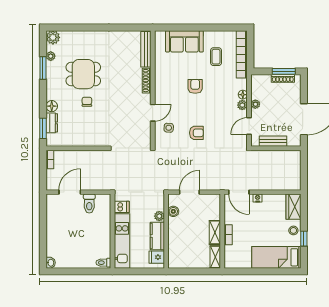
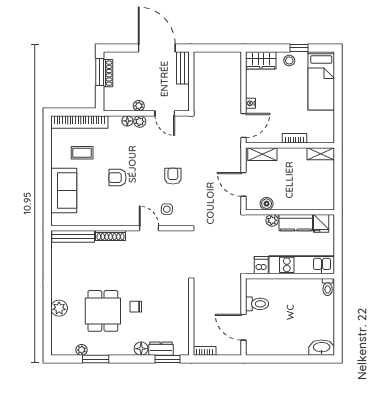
plant: (53, 37) -> (59, 308), moved
bench: (273, 141) -> (183, 68), moved
shelving: (215, 232) -> (262, 154), moved
washbasin: (51, 263) -> (322, 348), width x1.91, depth x1.45

